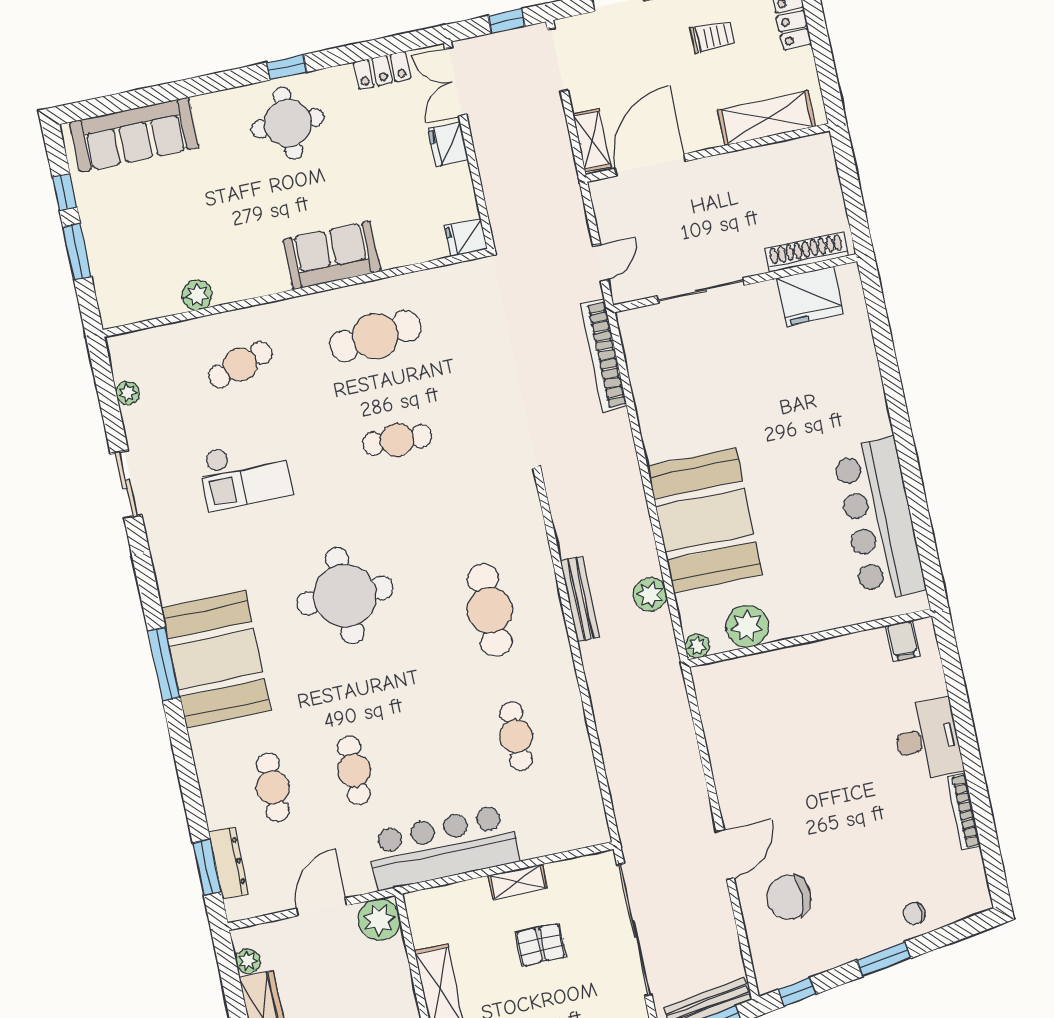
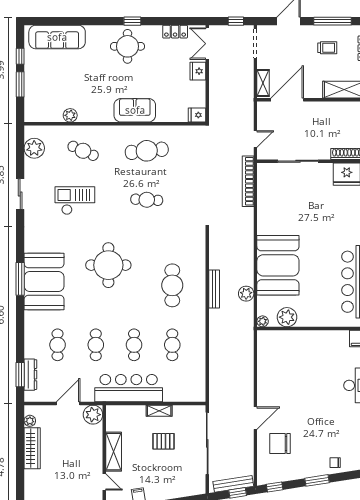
cafe table: (240, 365) -> (83, 151), turned 42
plant: (128, 393) -> (34, 148), width x1.88, depth x1.88
checkout: (245, 474) -> (75, 201), turned 180
cafe table: (435, 753) -> (134, 345), added

